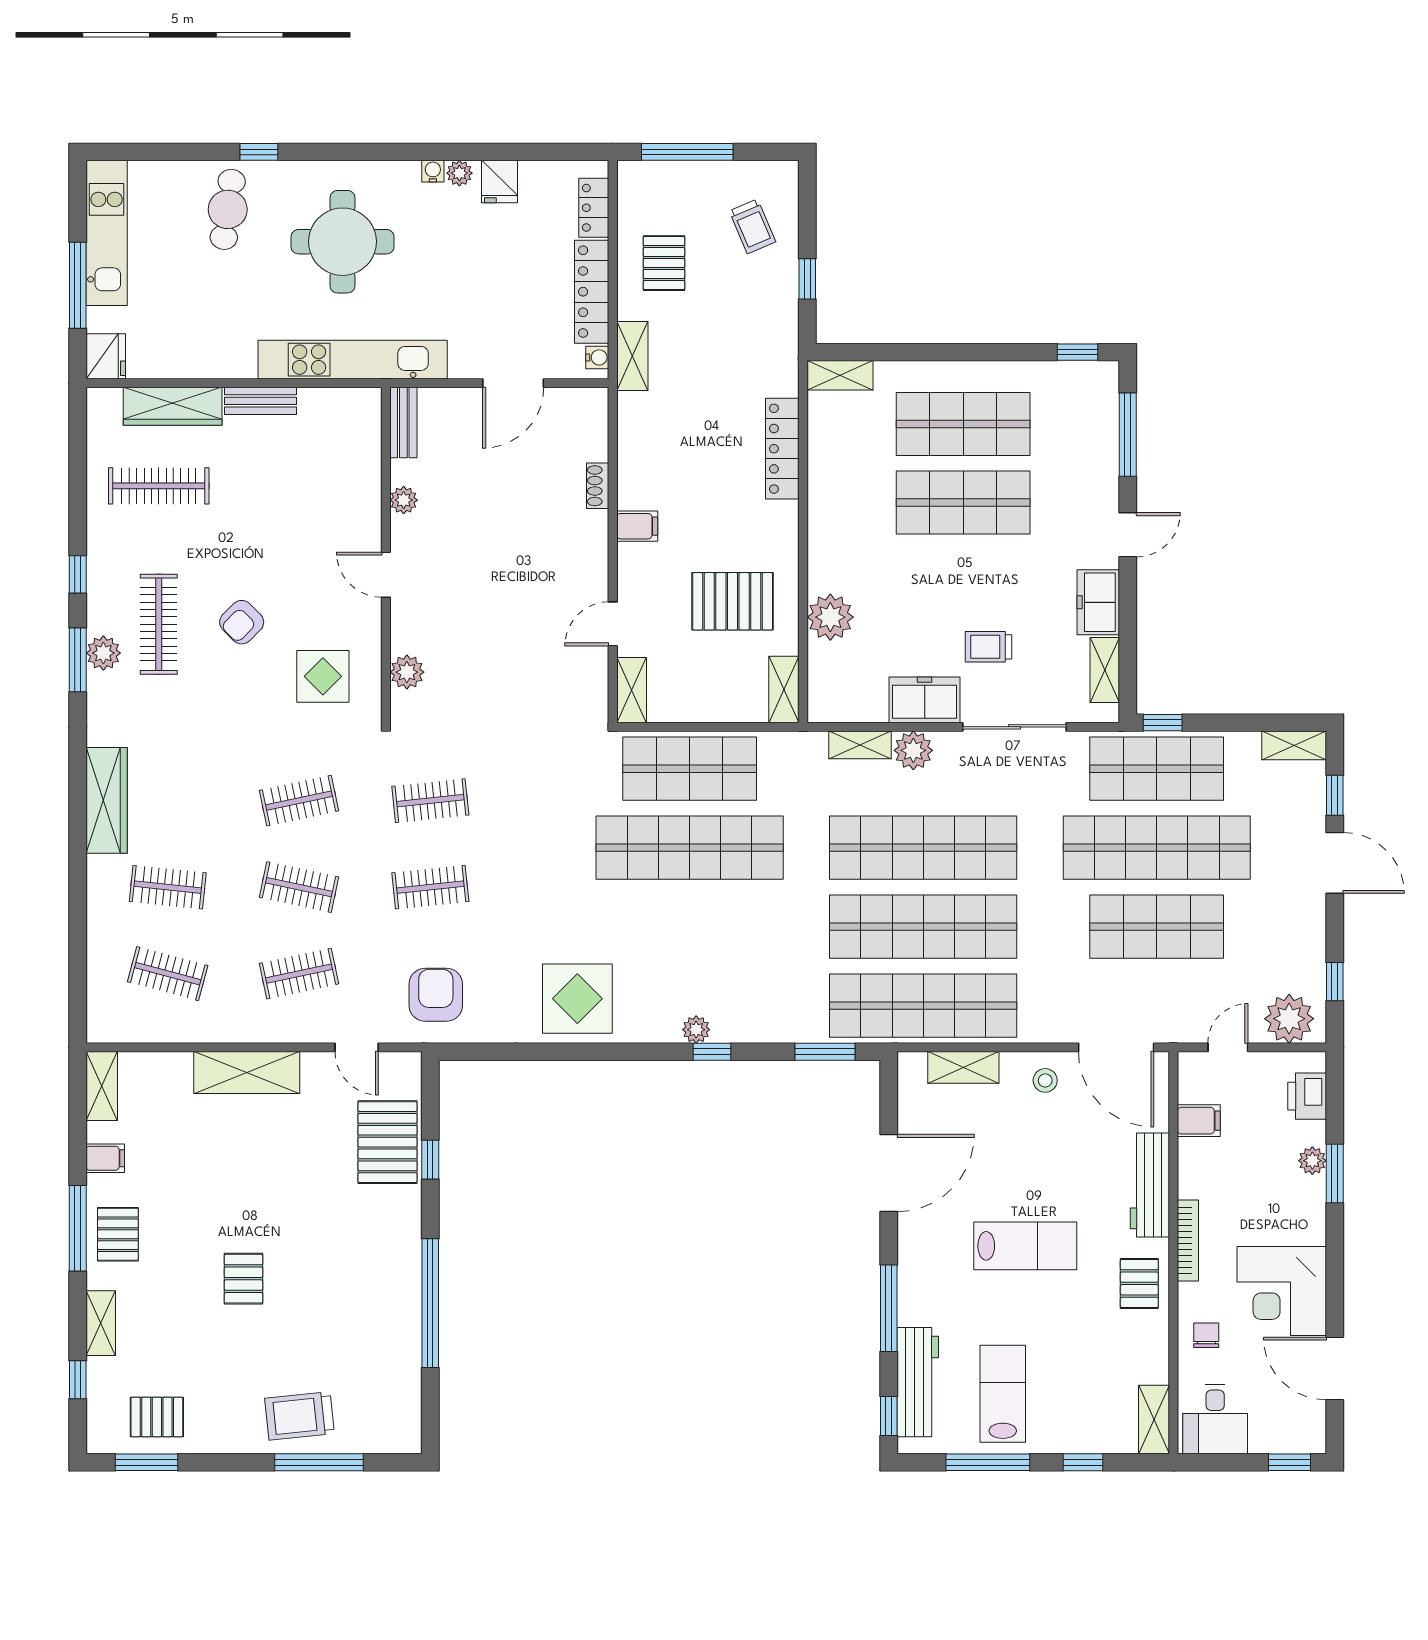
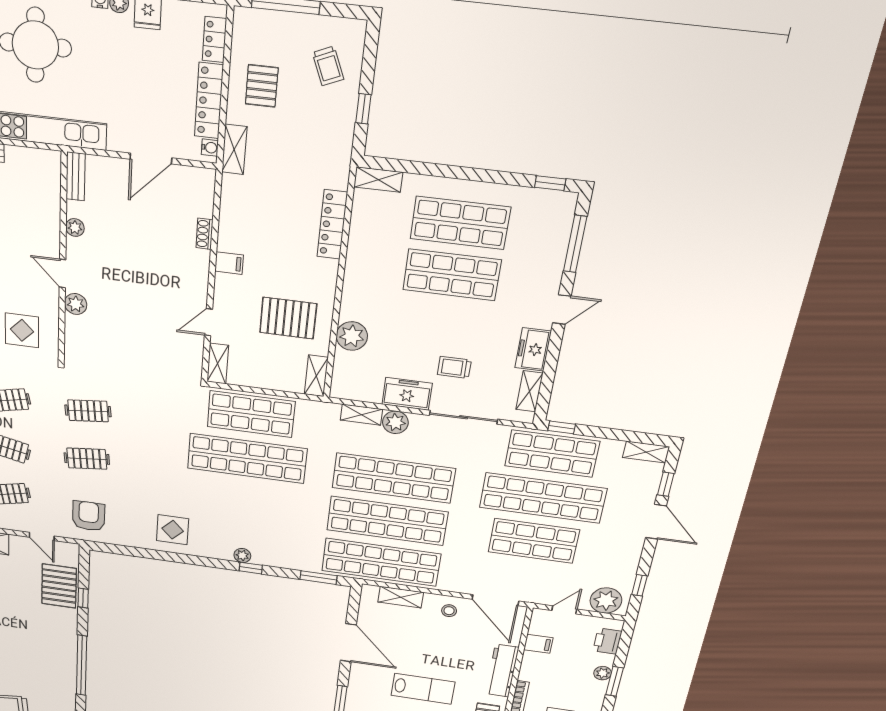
plant: (407, 672) -> (76, 304), moved
display table: (577, 999) -> (173, 530), width x0.73, depth x0.73
door: (889, 1173) -> (348, 643), hinge flipped

